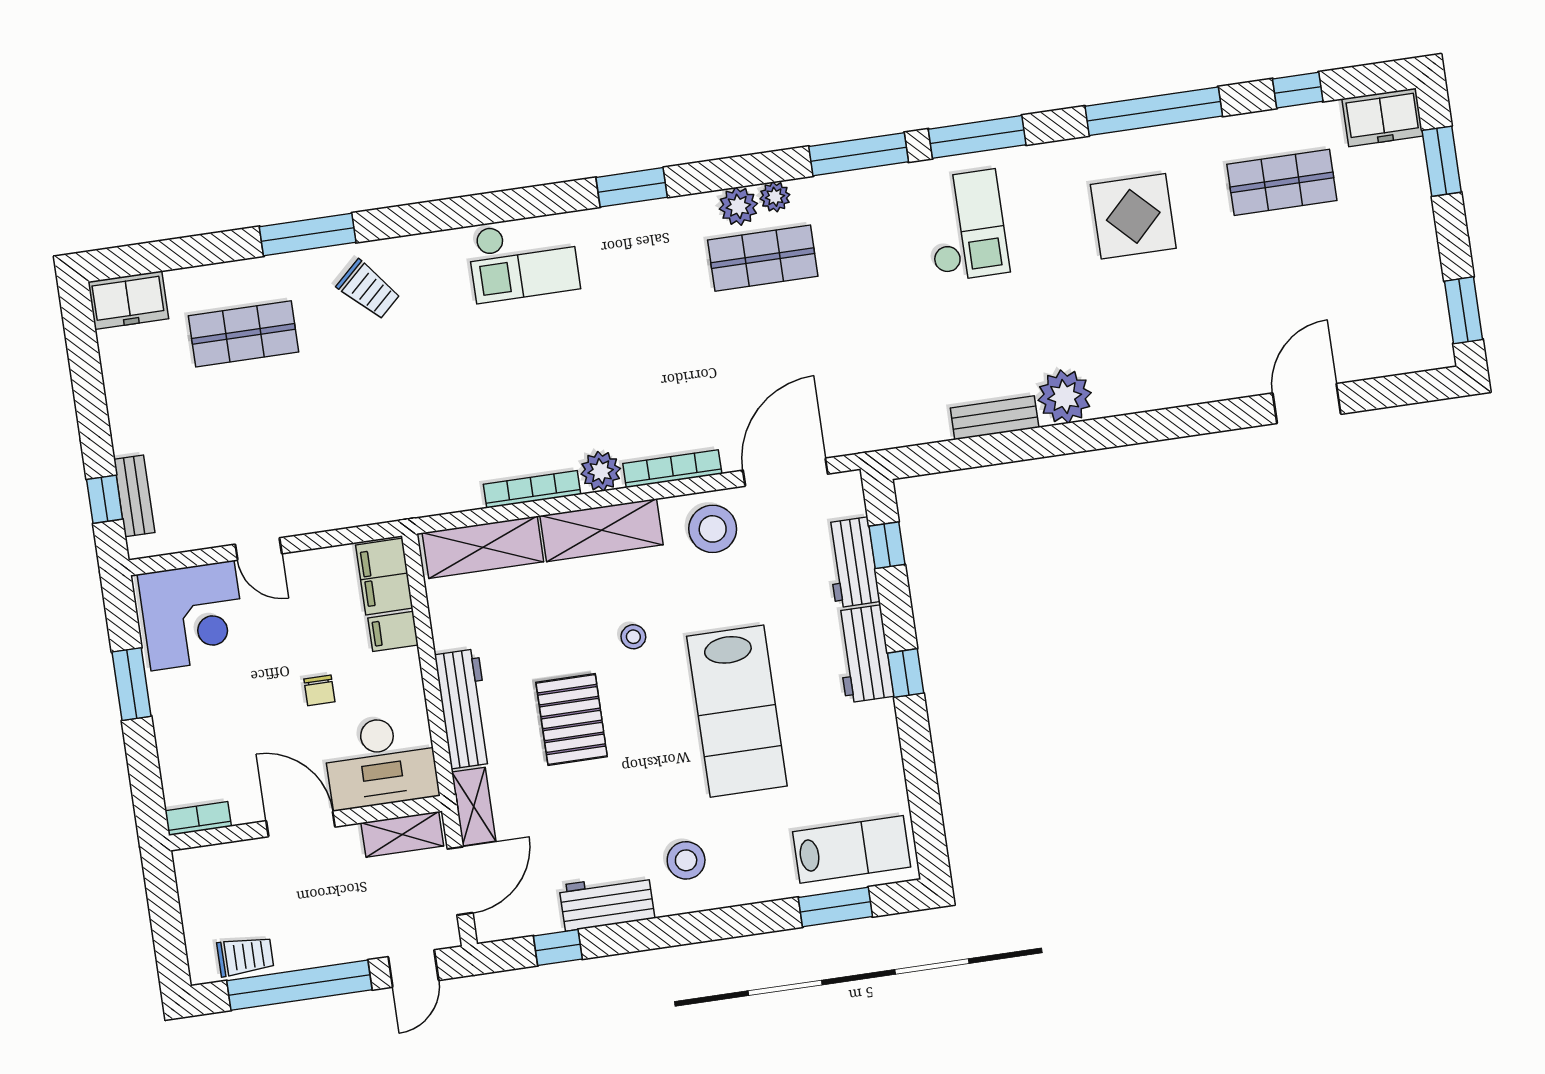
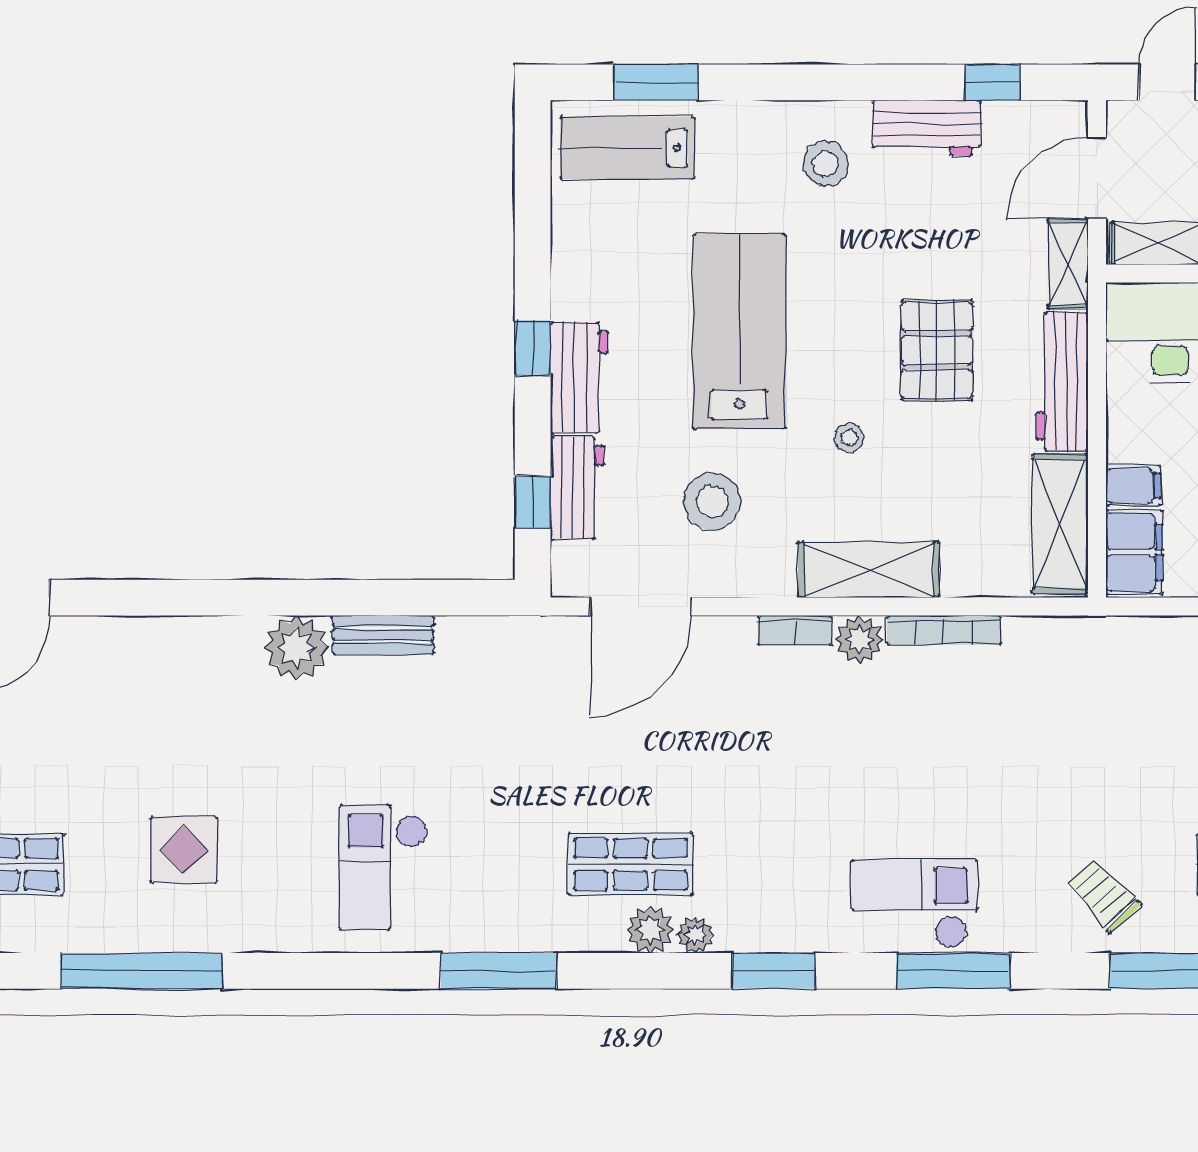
window: (977, 137) -> (953, 971), moved
plant: (775, 197) -> (695, 935), moved
display table: (1133, 216) -> (184, 850), width x0.73, depth x0.73
bookcase: (672, 469) -> (795, 630), width x0.64
stool: (713, 529) -> (712, 502), moved
shelving: (483, 547) -> (1060, 524), moved, turned 90

